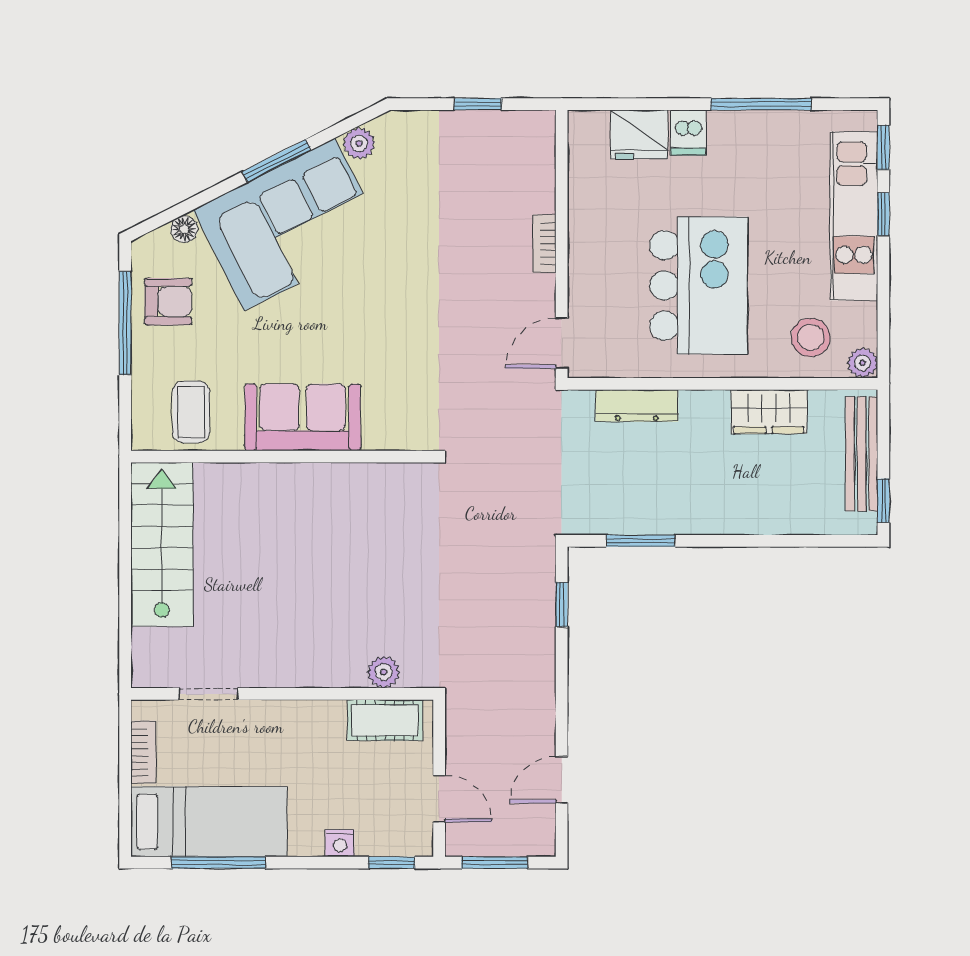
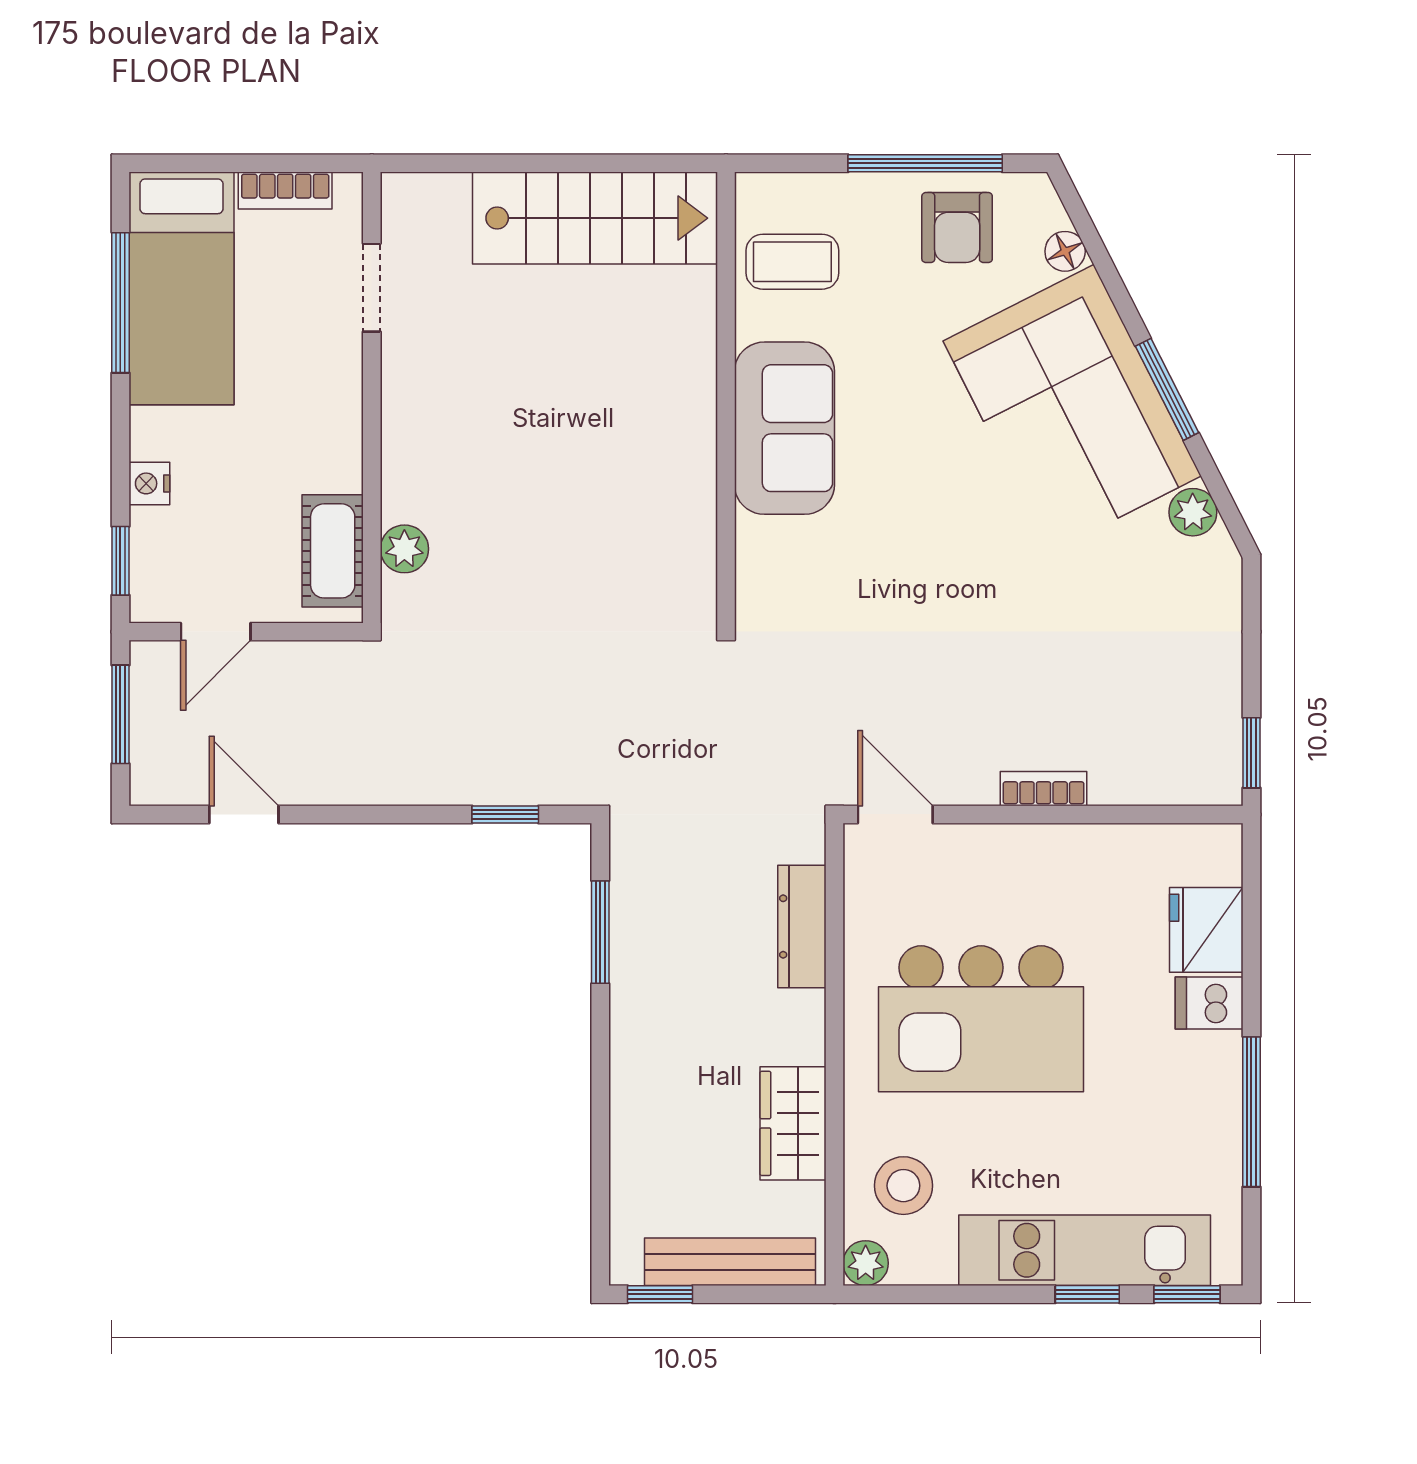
window: (478, 104) -> (1251, 753), moved

